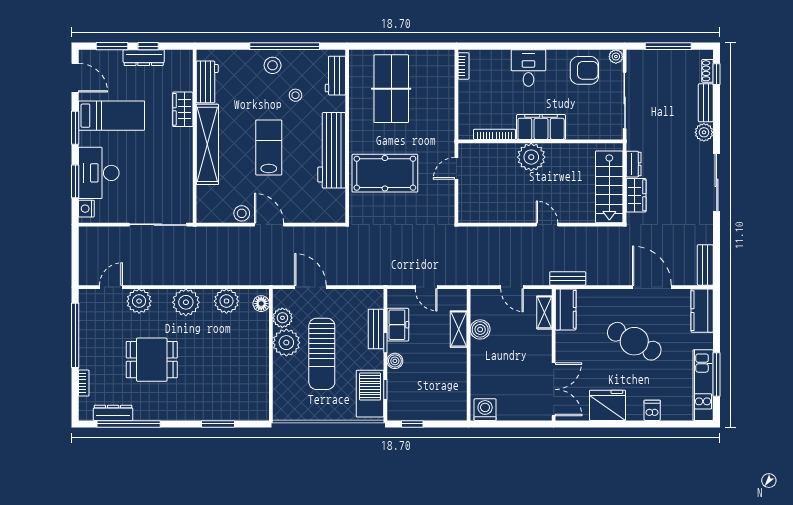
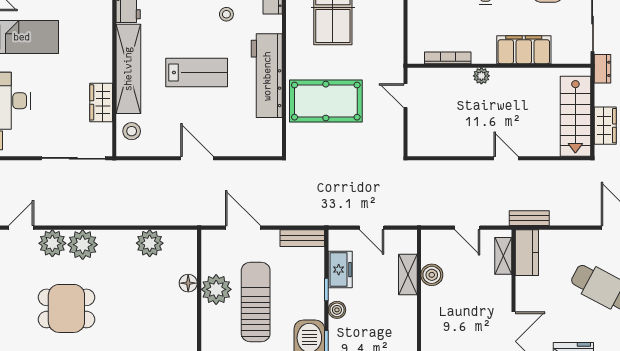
wardrobe: (183, 109) -> (101, 102), moved
filing cabinet: (541, 127) -> (524, 50), moved
lab bench: (269, 148) -> (197, 72), turned 90
plant: (531, 157) -> (481, 76), width x0.53, depth x0.53
dresser: (634, 164) -> (603, 69), moved
door: (456, 168) -> (405, 96), hinge flipped
stool: (242, 213) -> (132, 131), moved
plant: (186, 302) -> (83, 245), moved
floor lamp: (261, 304) -> (188, 283), moved
plant: (282, 318) -> (212, 262), removed
bench: (376, 329) -> (302, 238), moved, turned 90
sun lounger: (322, 354) -> (256, 302), turned 180

